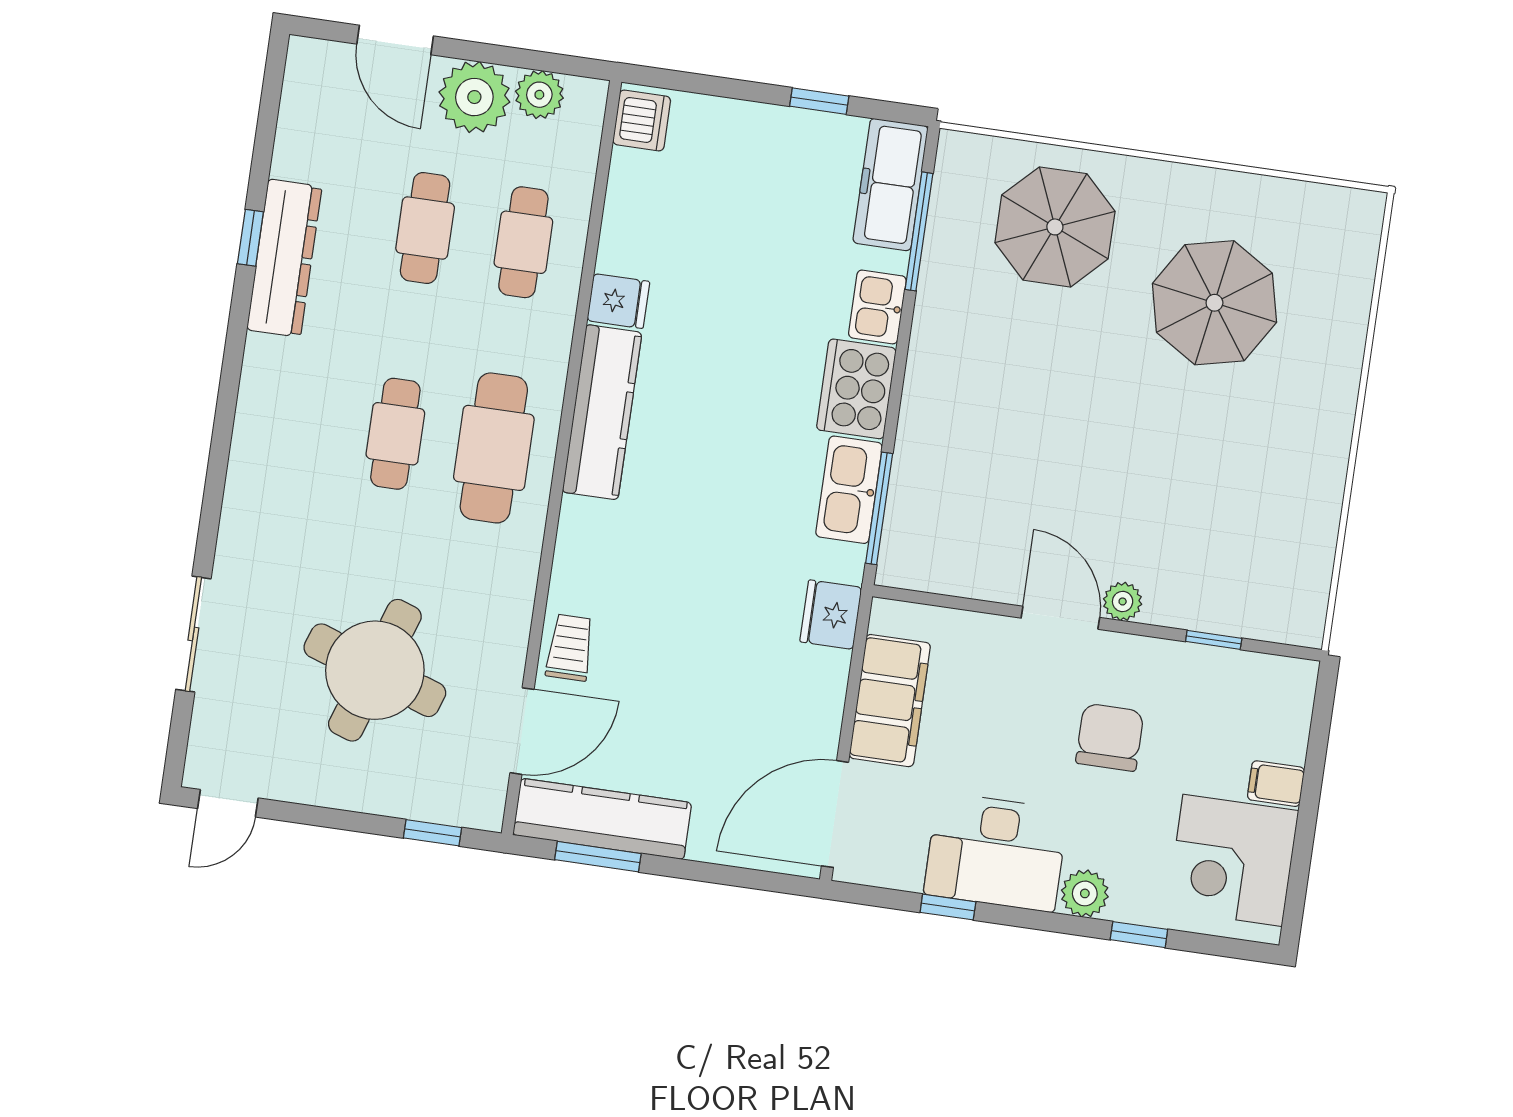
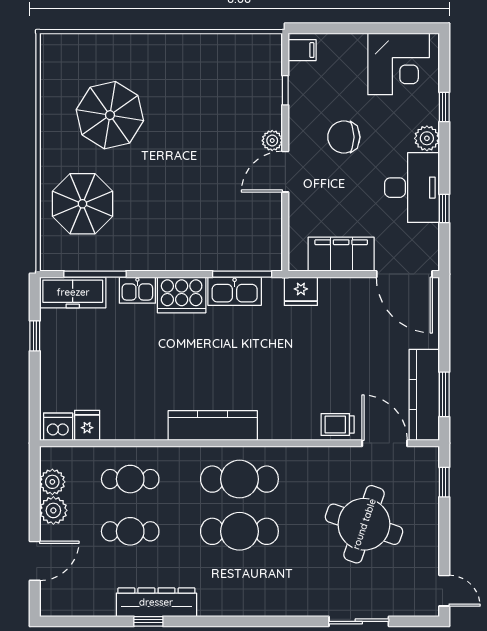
plant: (474, 97) -> (53, 510), width x0.73, depth x0.73
fridge: (618, 301) -> (87, 425), moved
cafe table: (395, 434) -> (239, 531), width x1.37, depth x1.35
filing cabinet: (1276, 784) -> (302, 50), moved, turned -90

